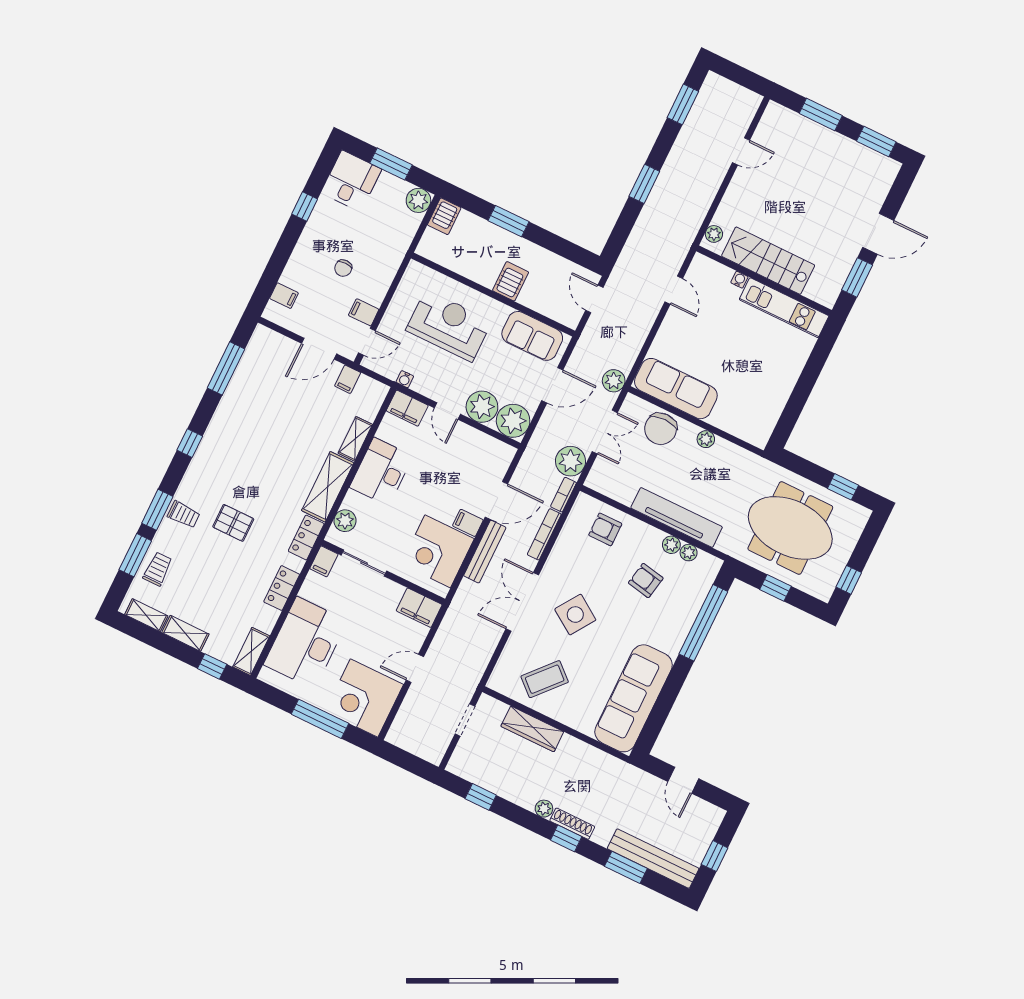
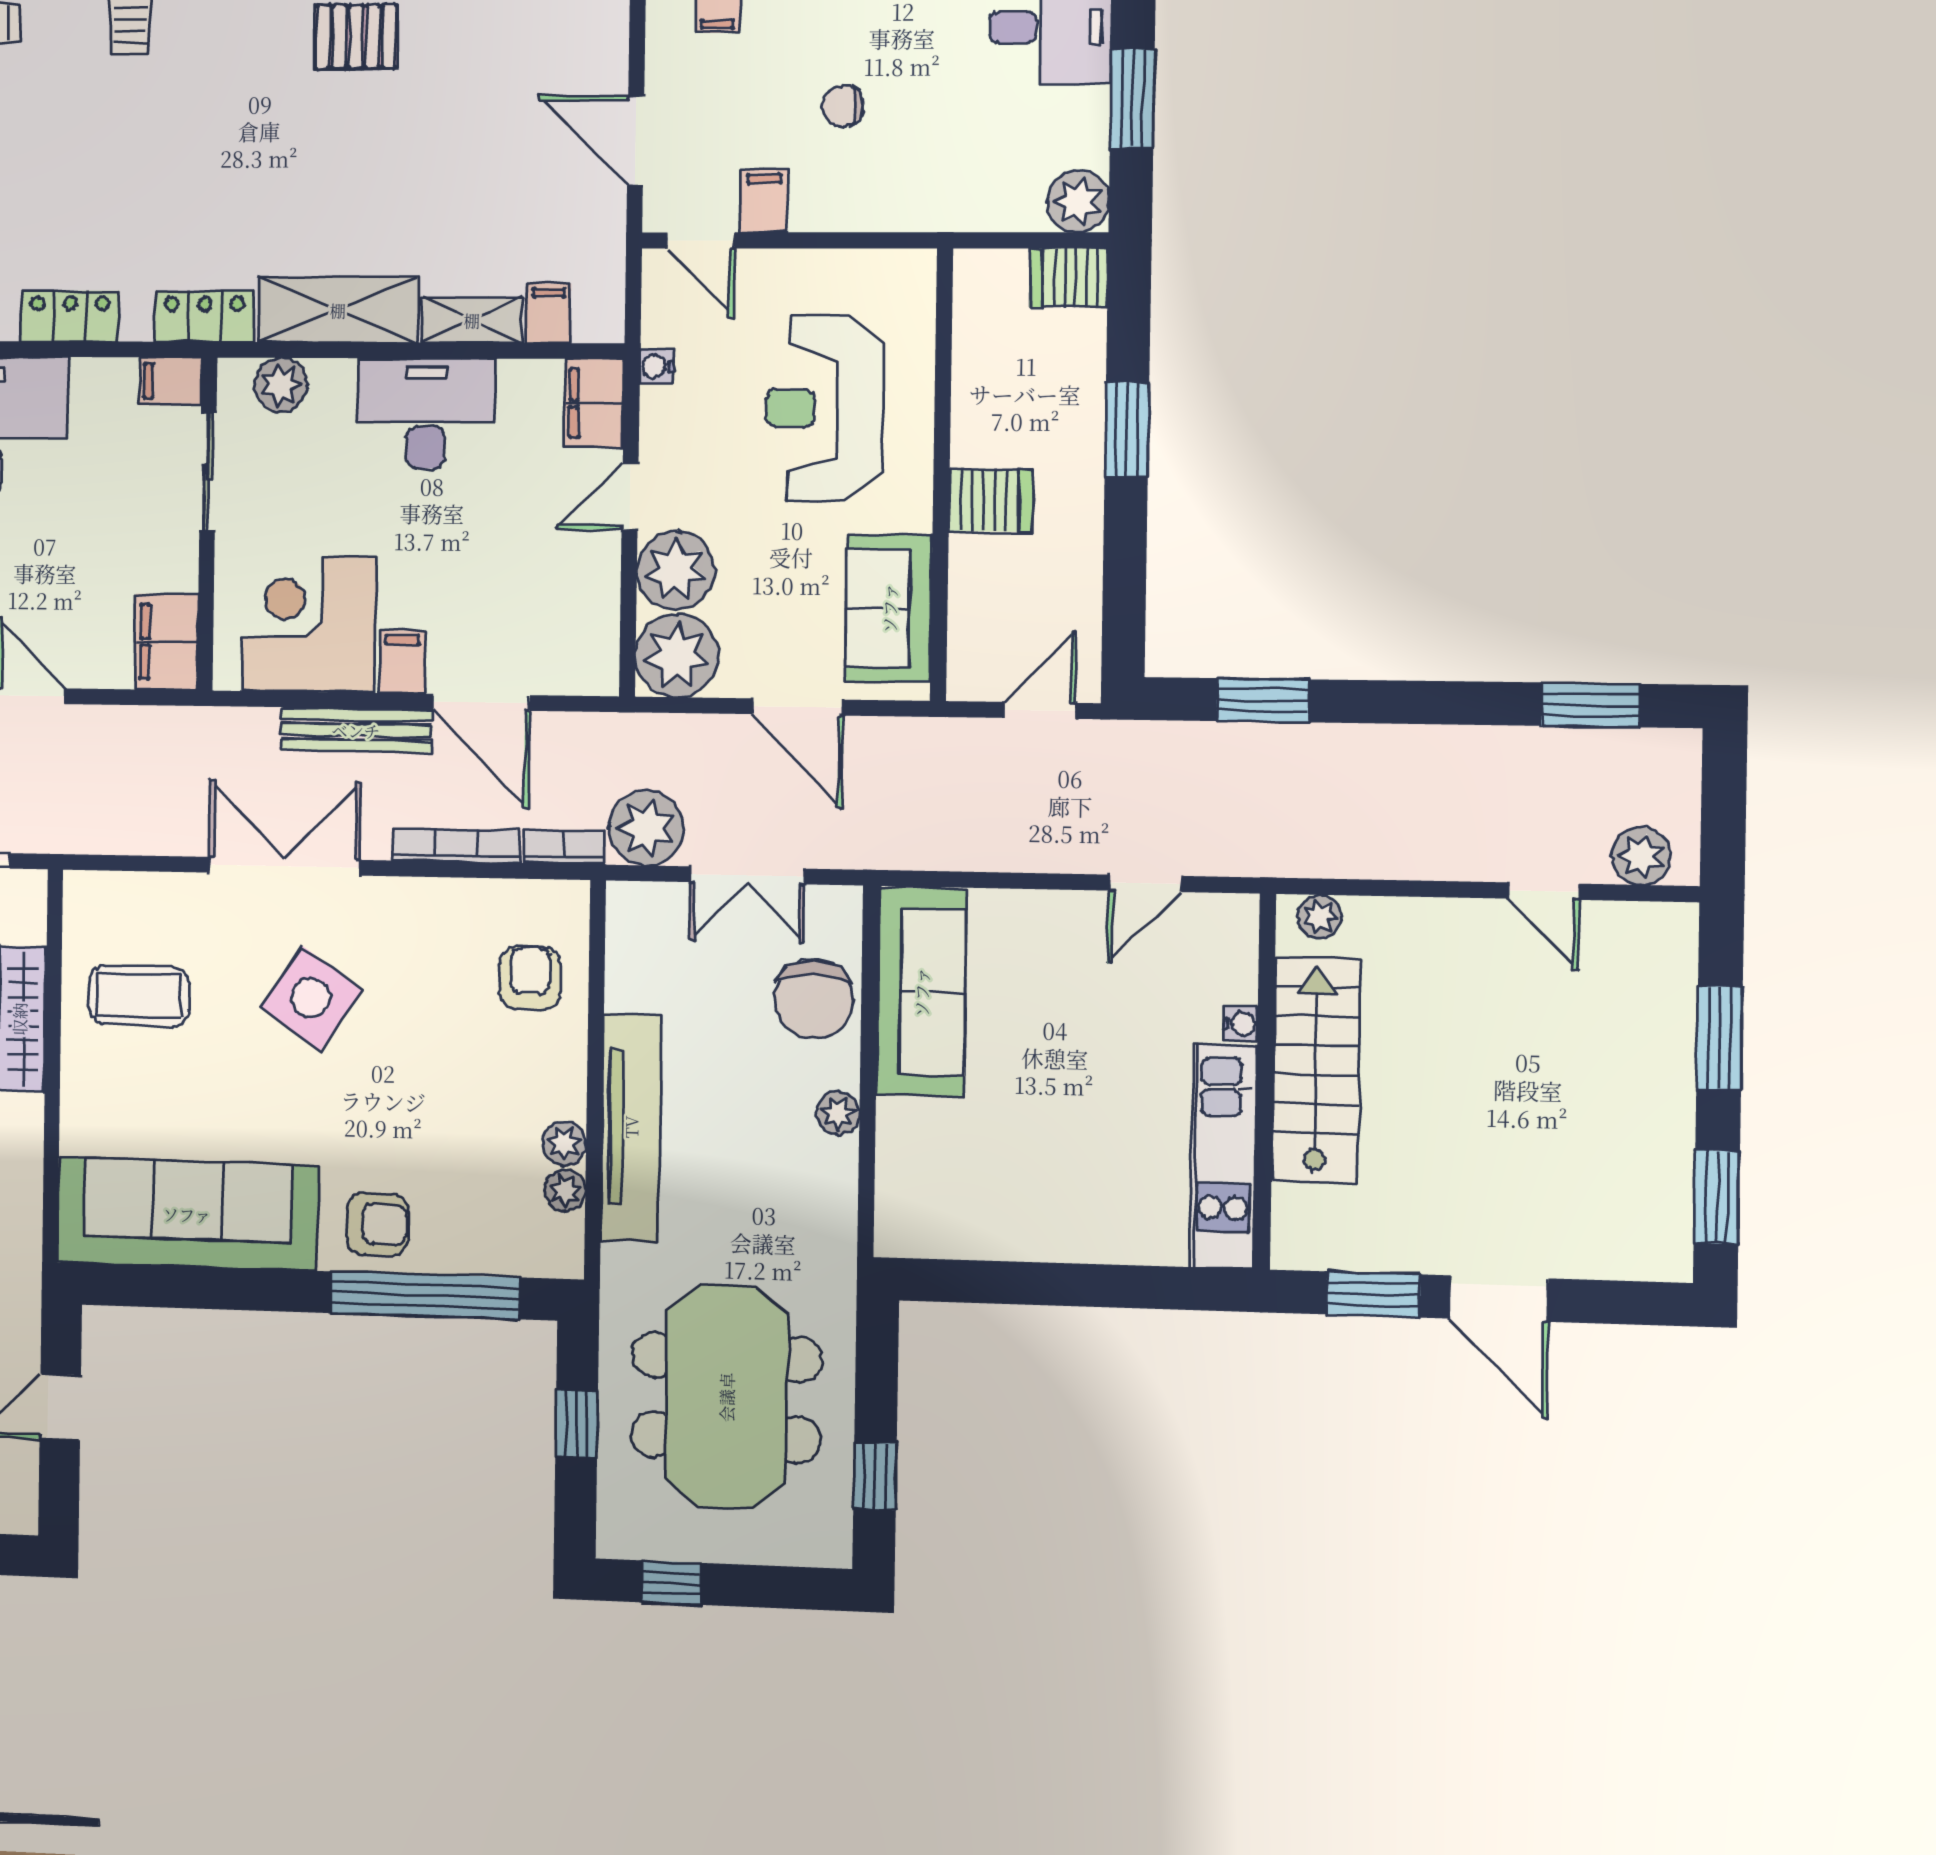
window: (644, 184) -> (1263, 700), moved
reception desk: (449, 326) -> (824, 408), turned 180
filing cabinet: (348, 379) -> (549, 313), moved, turned 90
plant: (614, 381) -> (1641, 856), moved
chair: (661, 429) -> (814, 999), turned -90
pallet: (233, 523) -> (356, 37), moved, turned 90
armchair: (646, 581) -> (377, 1224), moved, turned 79
coffee table: (545, 679) -> (139, 996), turned -42

